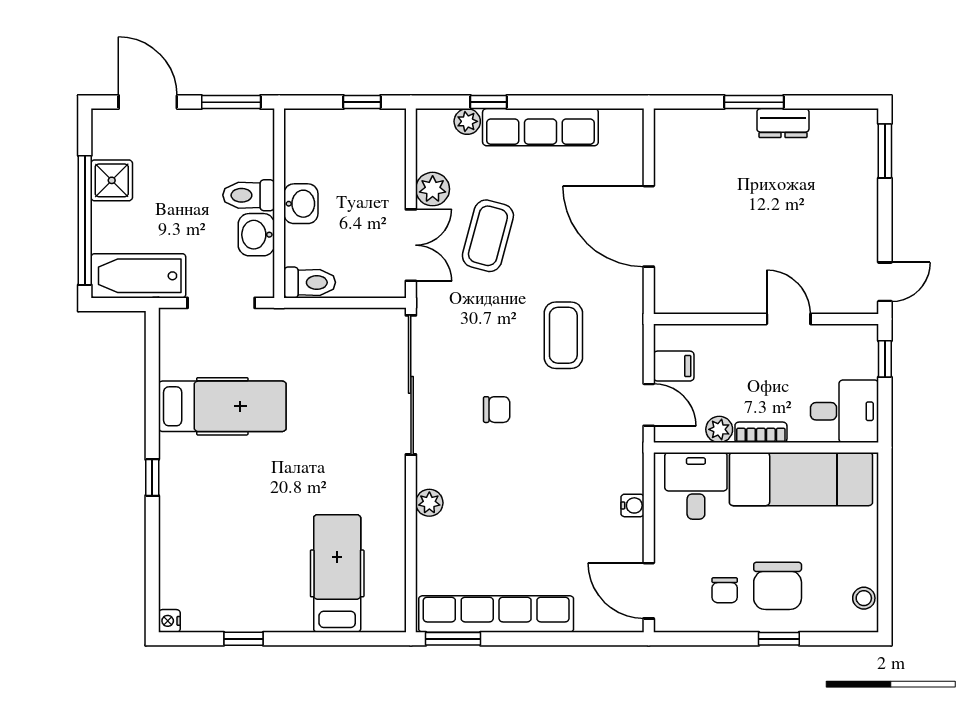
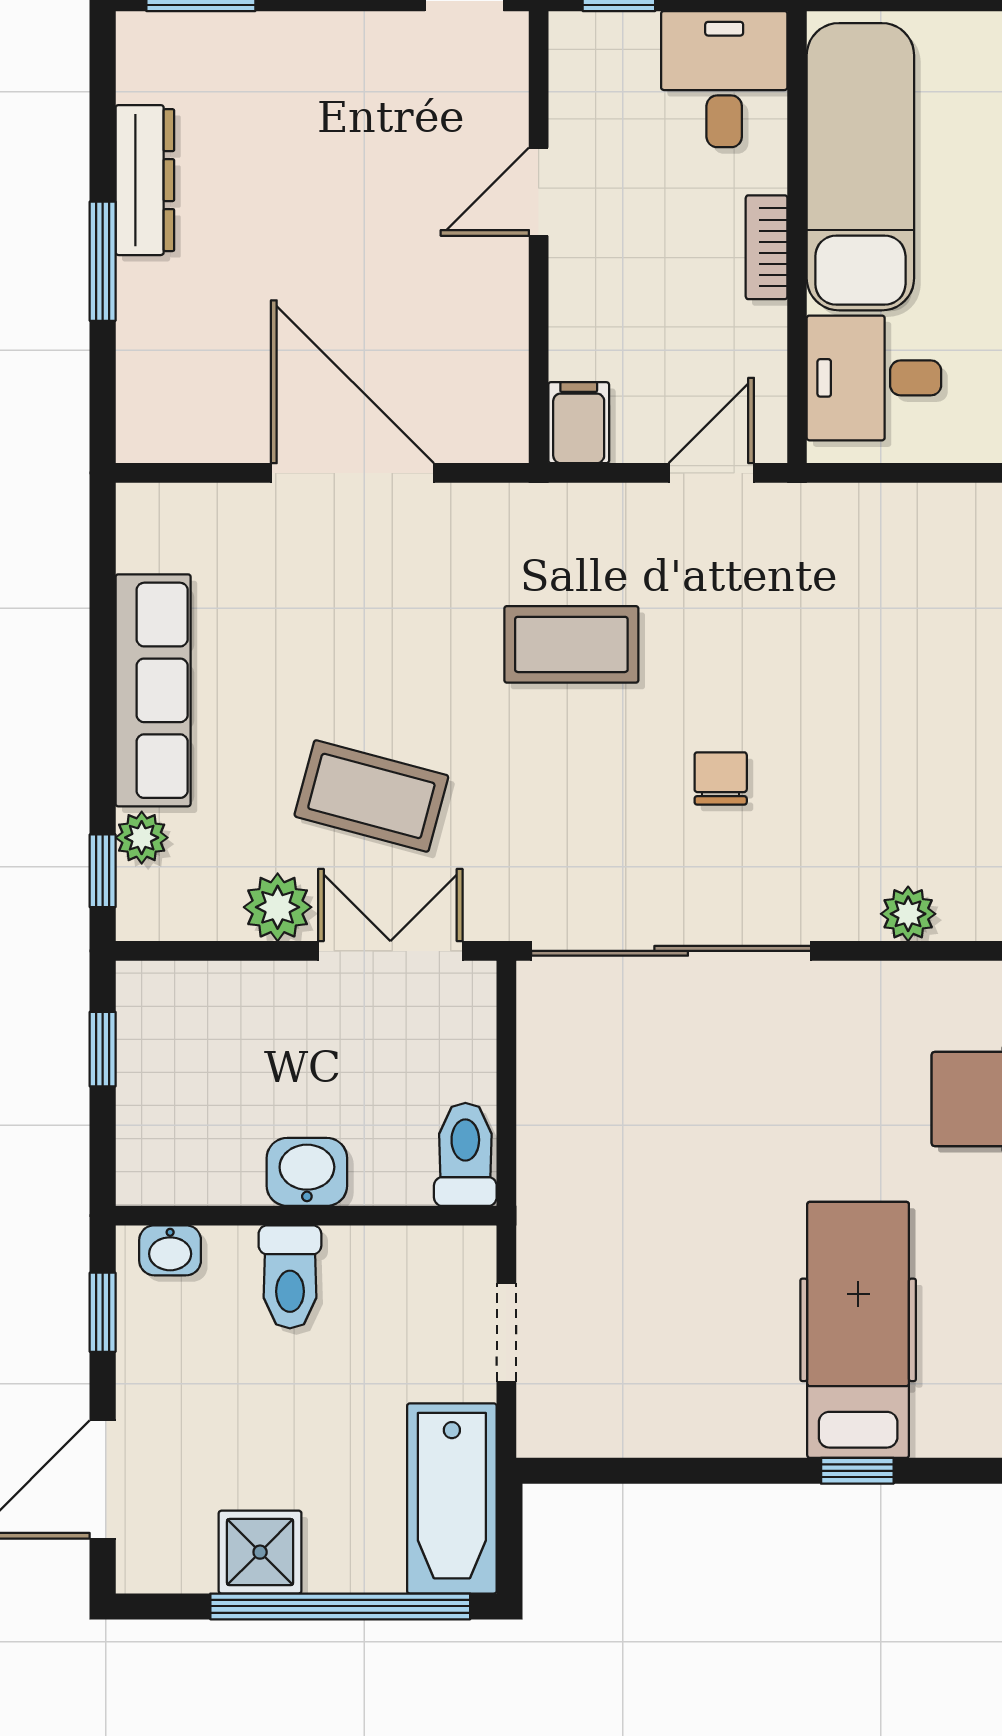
window: (231, 102) -> (103, 1312), width x0.67
window: (489, 102) -> (103, 871), moved
dresser: (783, 123) -> (145, 180), width x1.44
door: (649, 226) -> (352, 473), swing flipped
washbasin: (256, 235) -> (170, 1250), moved, width x0.72, depth x0.69
doorway: (221, 303) -> (506, 1332), width x0.73
filing cabinet: (674, 366) -> (579, 423), moved
hospital bed: (222, 406) -> (858, 1330), moved
plant: (719, 429) -> (761, 331), removed
water cooler: (632, 505) -> (914, 505), removed

